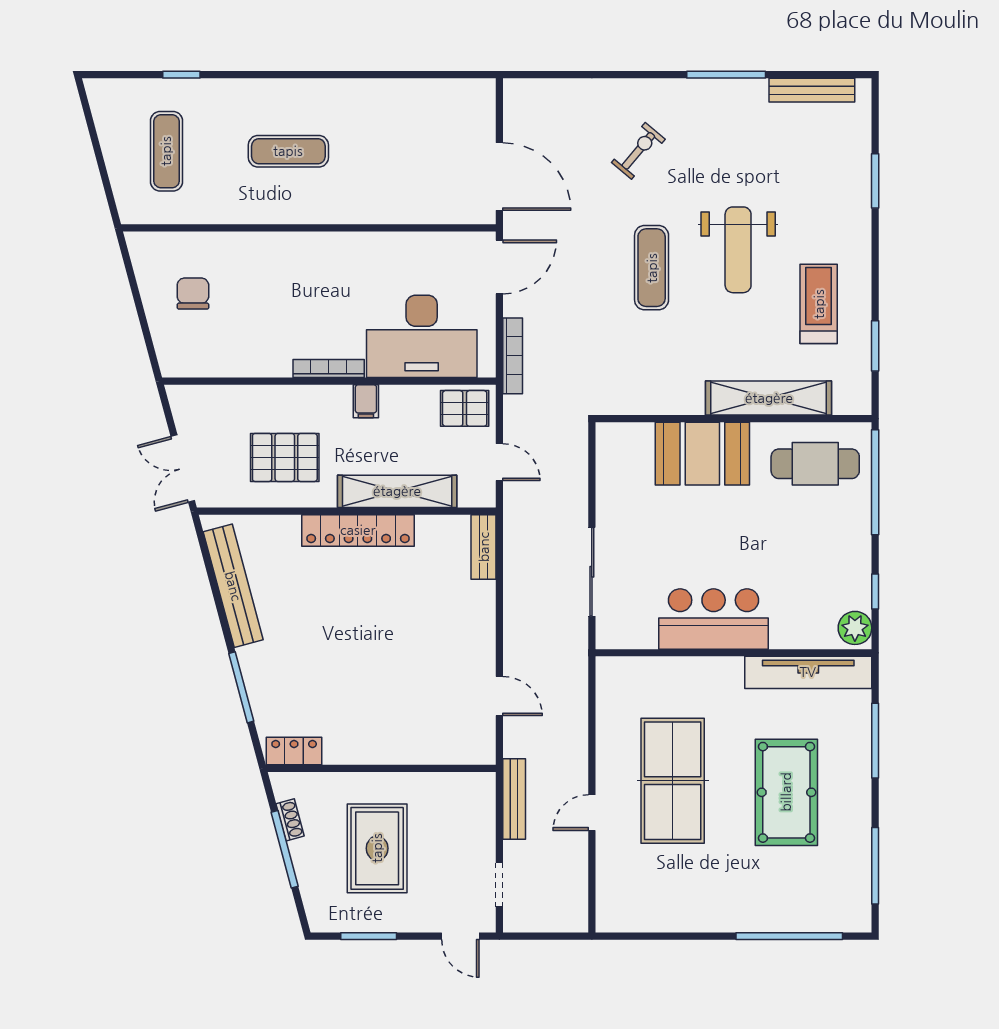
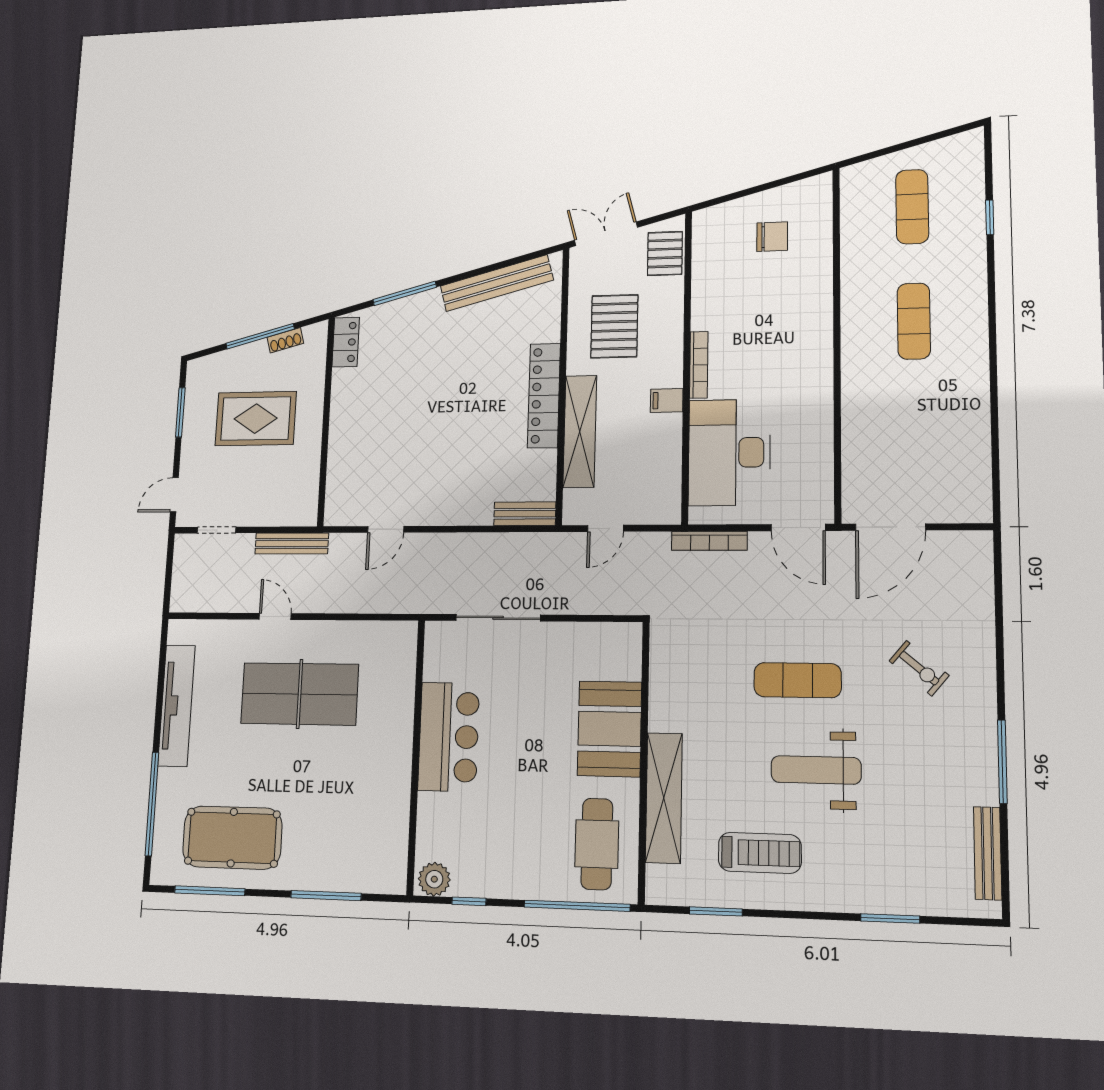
exercise mat: (166, 151) -> (912, 207), turned 90
pallet: (465, 408) -> (665, 253), moved
tv unit: (808, 672) -> (177, 705), moved, turned 180
pool table: (786, 792) -> (232, 838), moved

